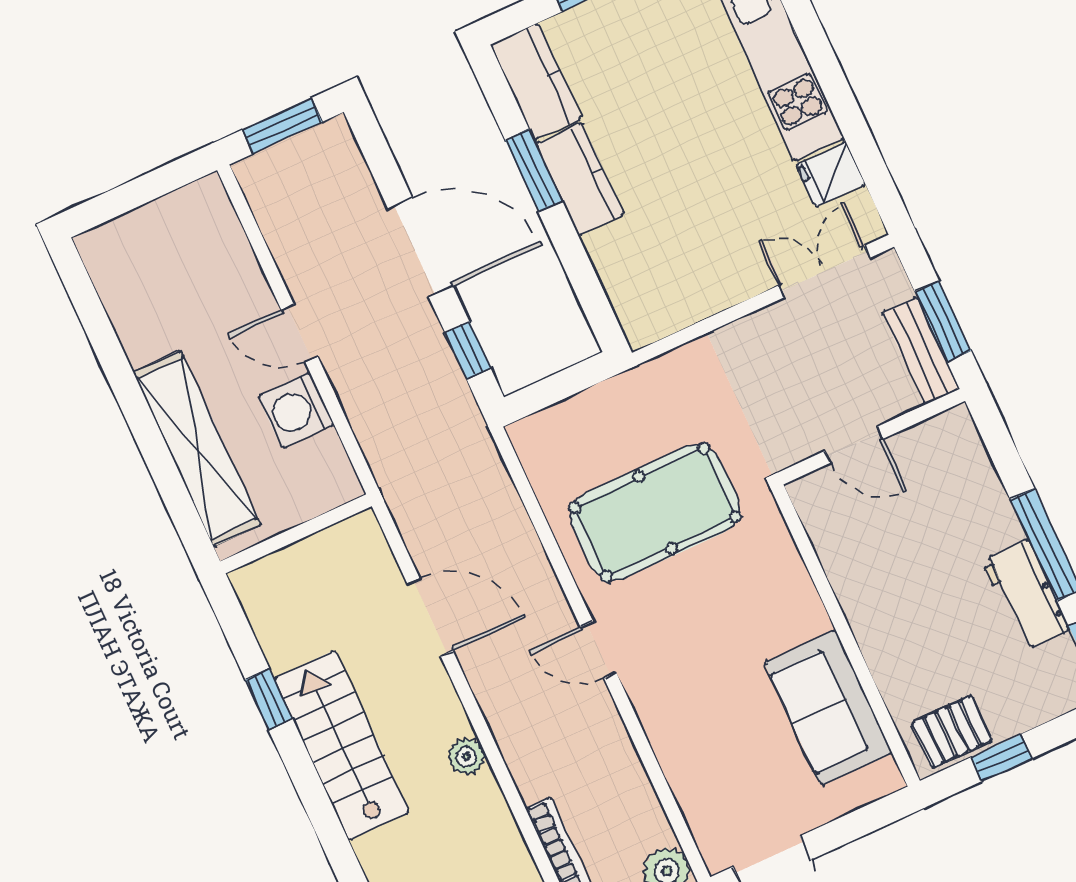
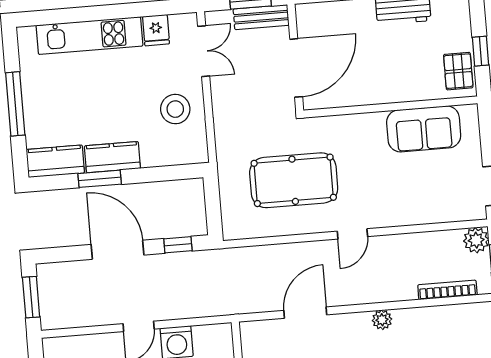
door: (420, 247) -> (117, 250), hinge flipped
stool: (704, 259) -> (175, 109), added
double door: (824, 272) -> (204, 51), swing flipped
door: (854, 445) -> (296, 68), width x1.87
pool table: (655, 512) -> (294, 180), turned 90

